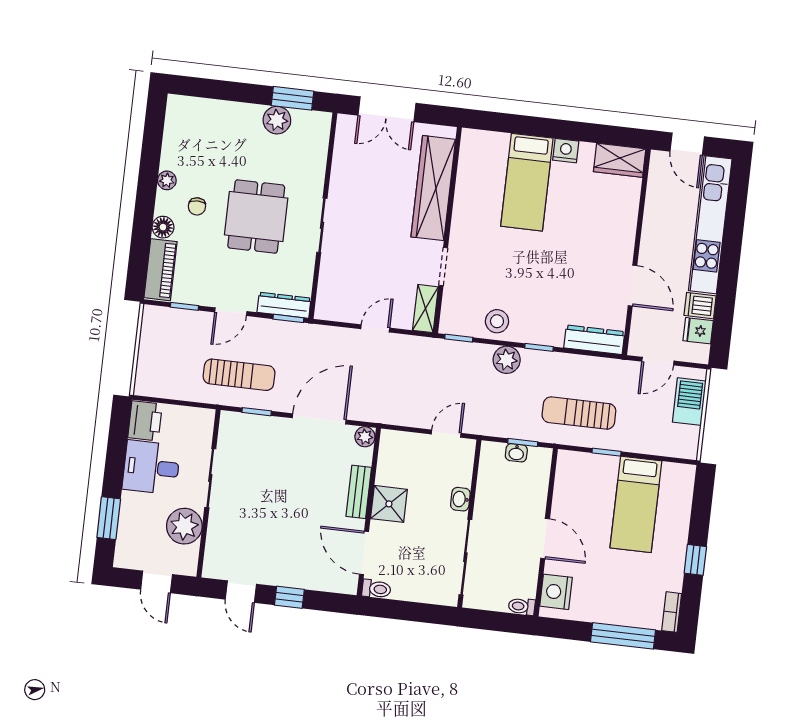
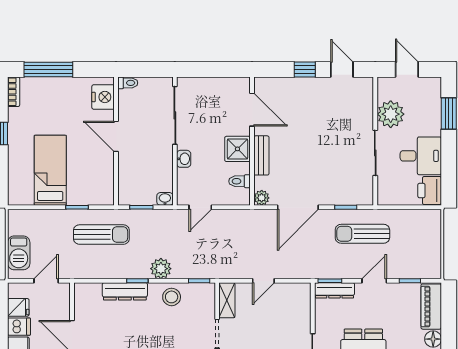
dresser: (594, 340) -> (125, 291), moved
washbasin: (516, 453) -> (165, 199), moved
toilet: (376, 589) -> (239, 181), moved

